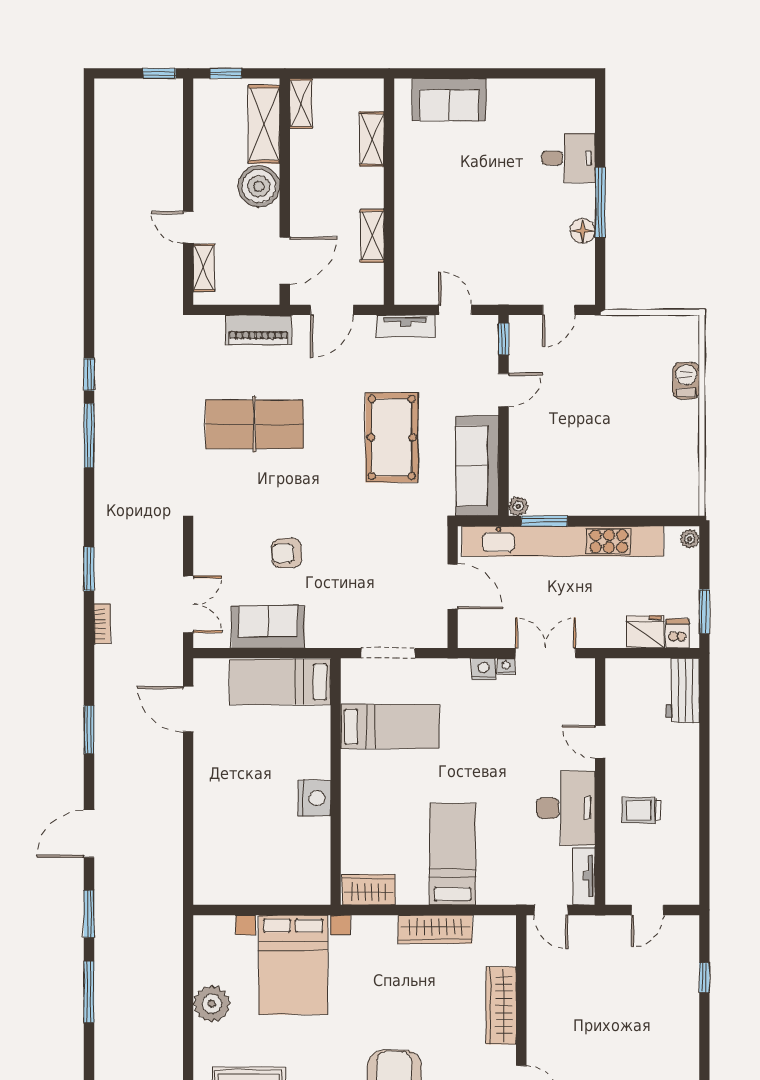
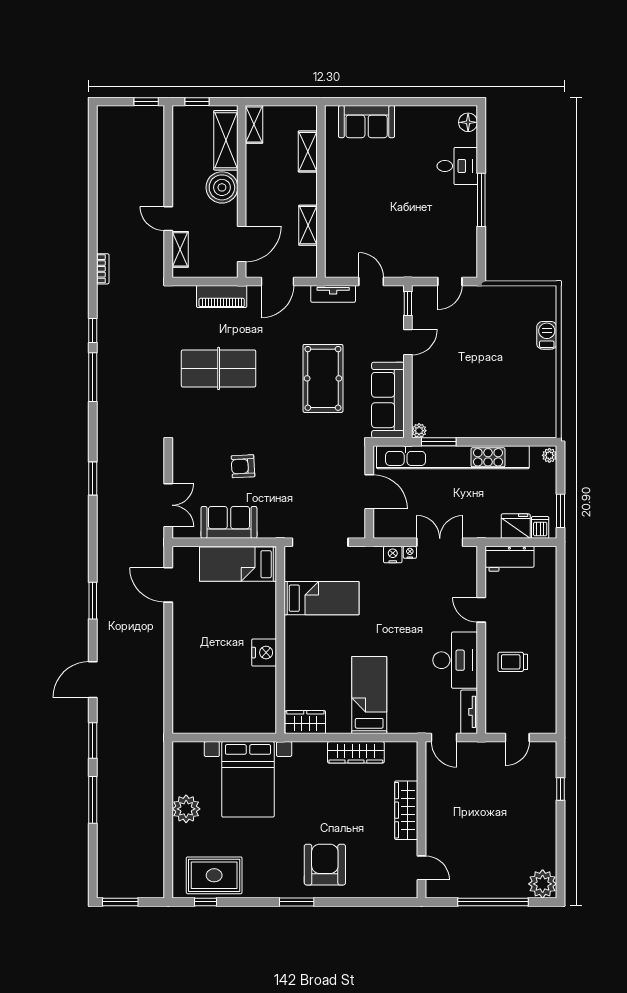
floor lamp: (583, 231) -> (468, 122), moved
bookcase: (102, 624) -> (103, 269), moved
doorway: (388, 653) -> (320, 542), width x1.36
workbench: (683, 690) -> (510, 559), moved, turned -90

